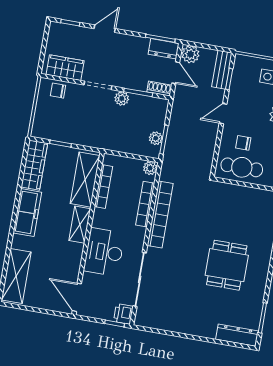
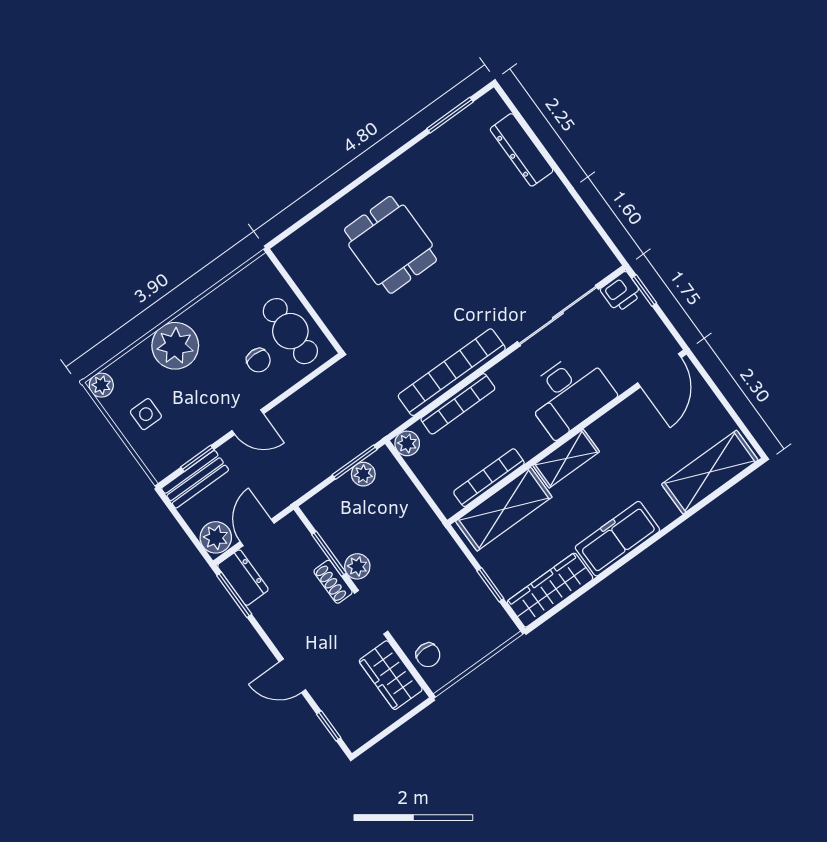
shoe rack: (159, 89) -> (333, 582), moved
dining table: (227, 265) -> (391, 245), moved, turned 90
dresser: (237, 335) -> (522, 150), moved

